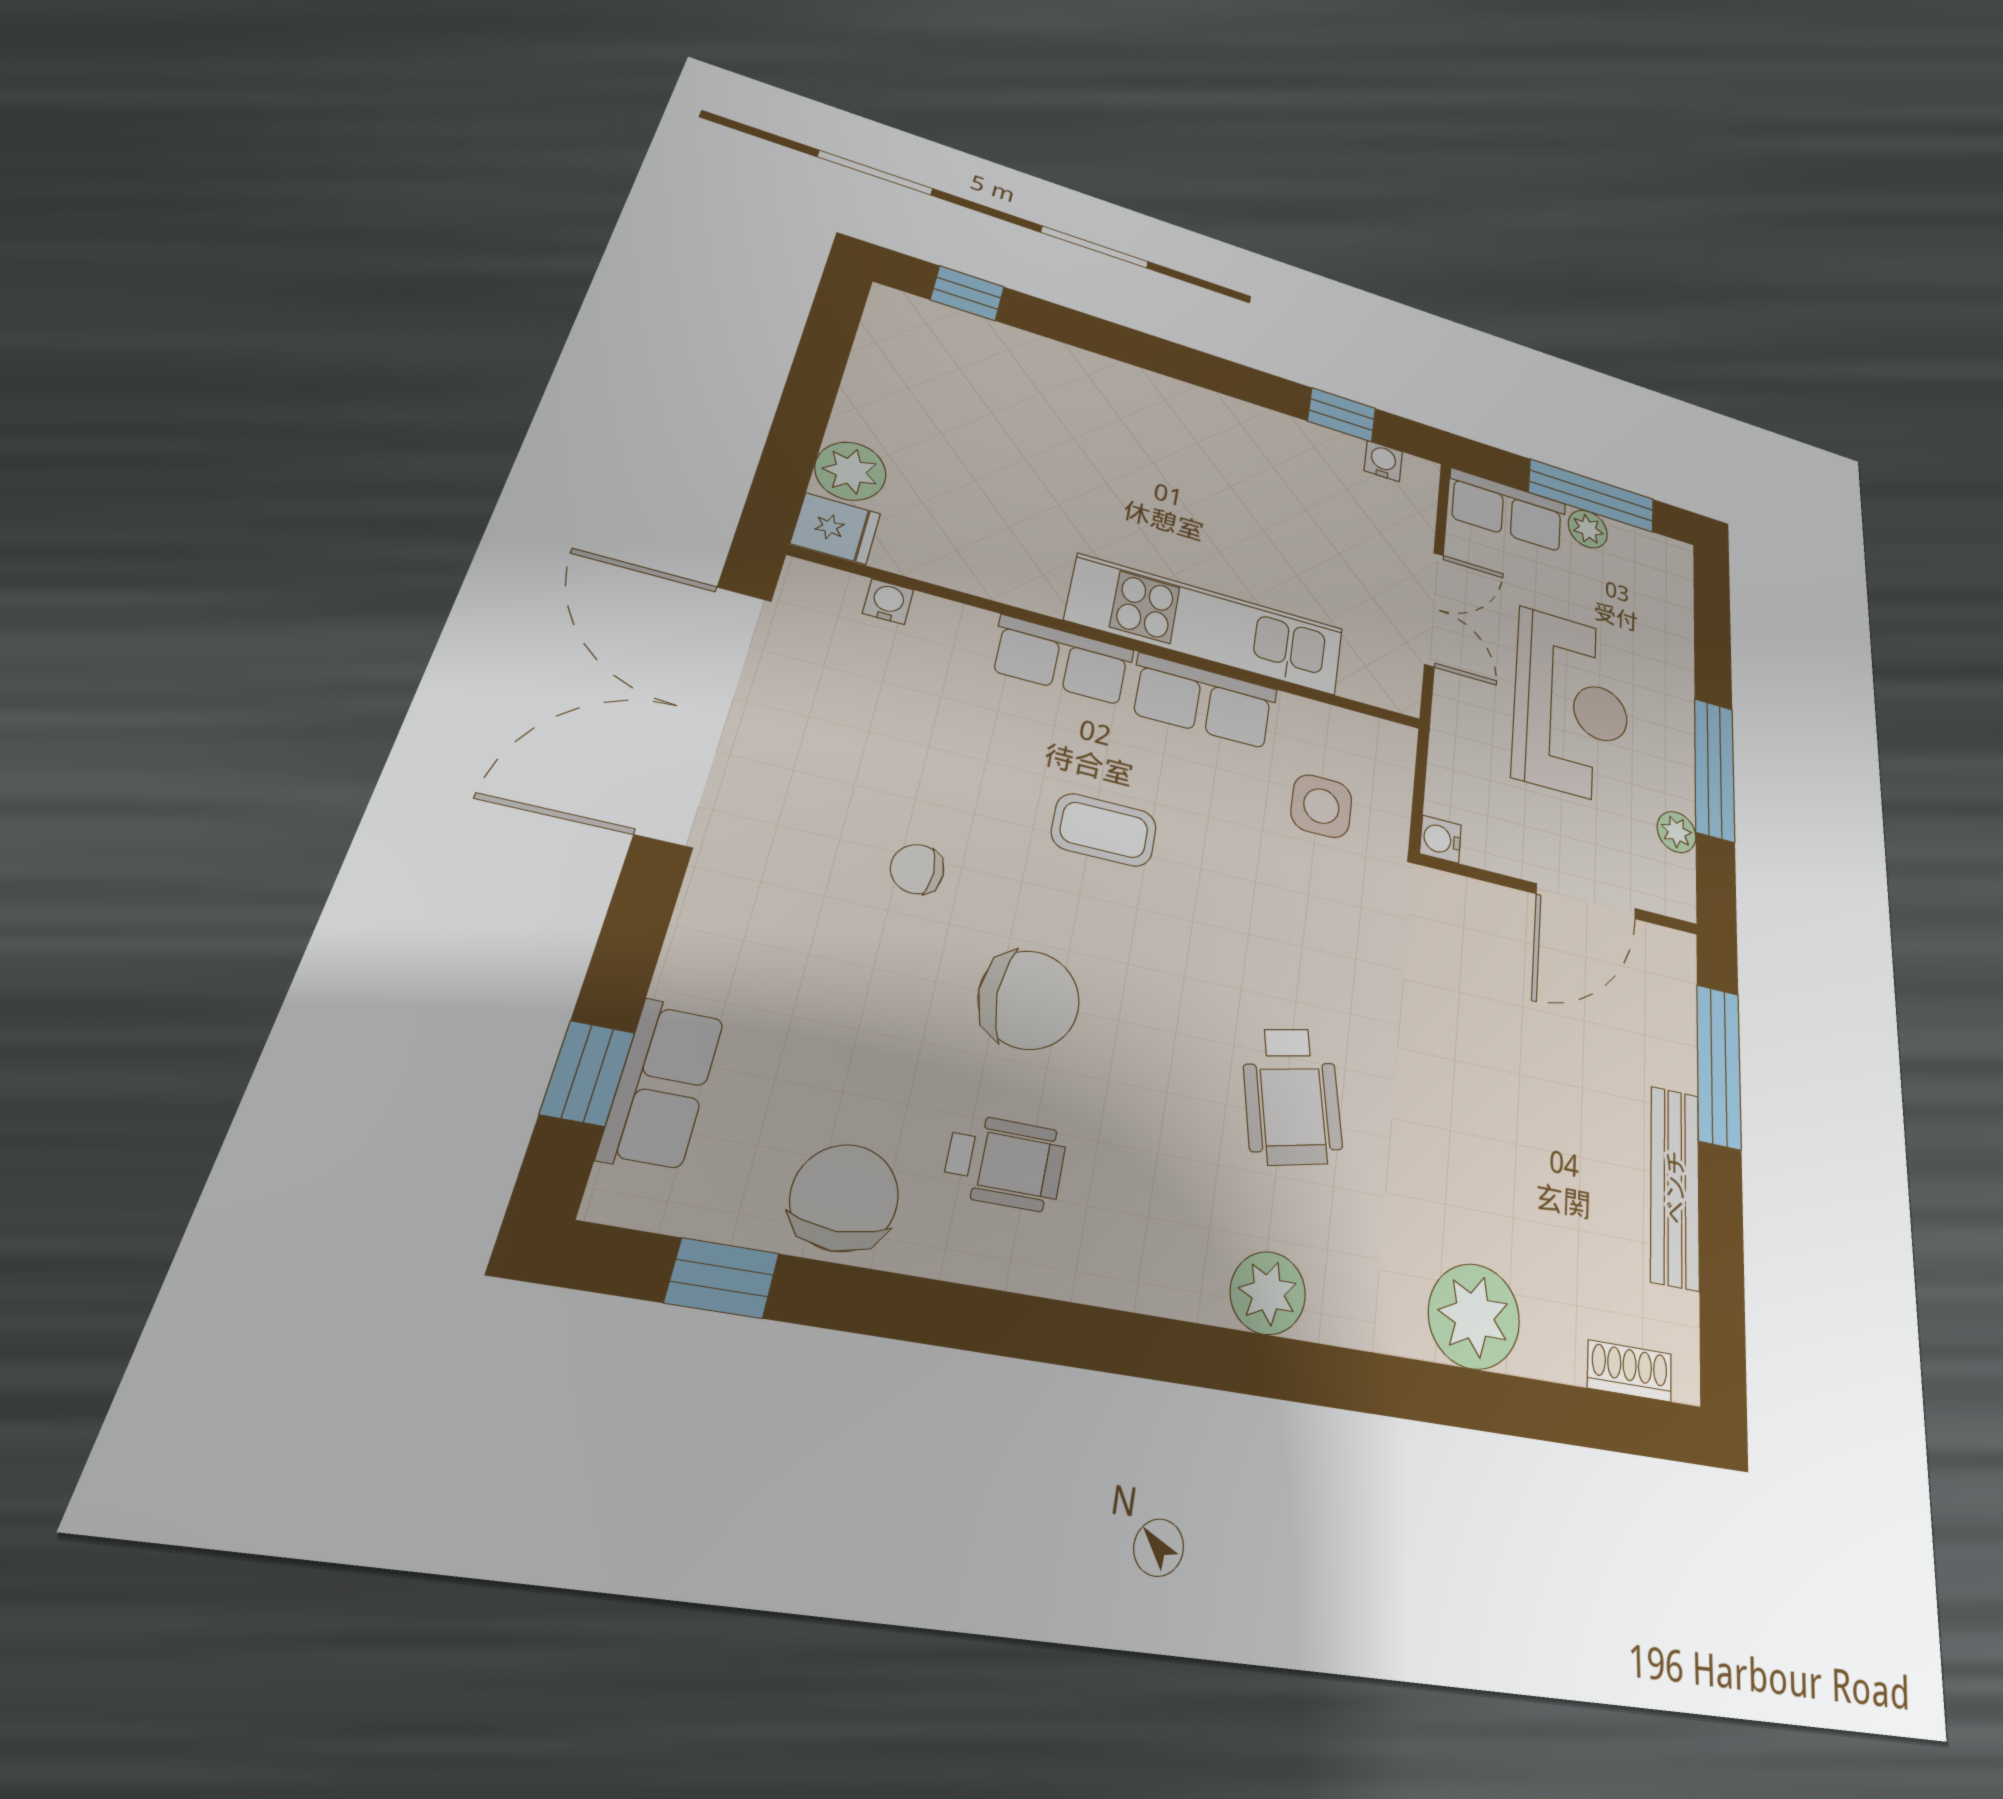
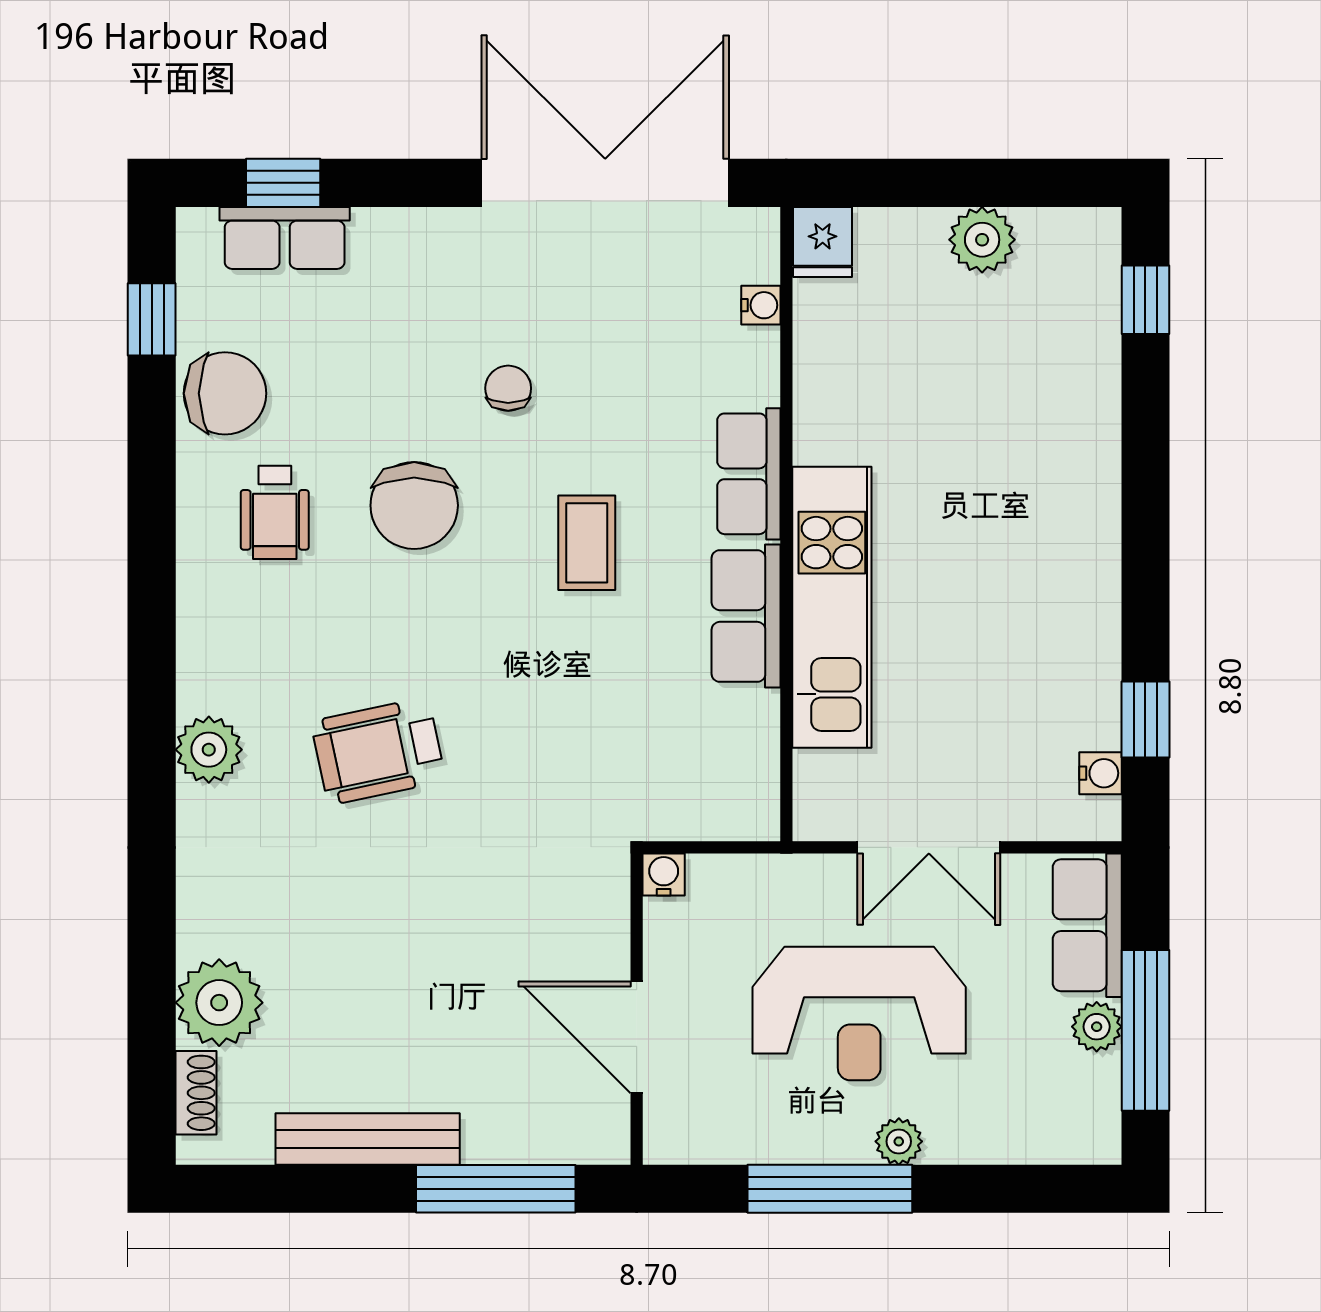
plant: (850, 471) -> (982, 240), moved
side table: (1321, 806) -> (666, 748), removed
plant: (1676, 832) -> (899, 1141), moved
plant: (1474, 1316) -> (219, 1003), moved

